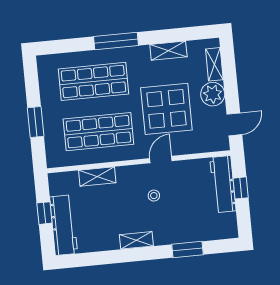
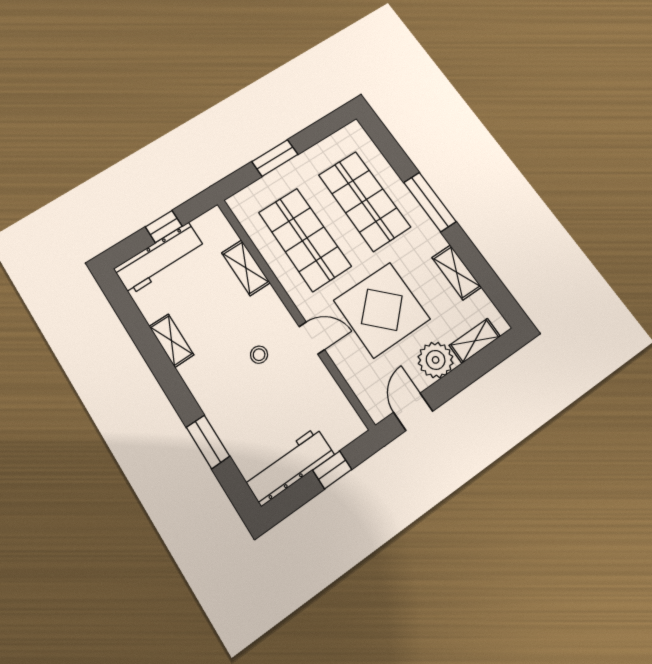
door: (234, 124) -> (413, 412), swing flipped
workbench: (223, 184) -> (289, 466), moved
shelving: (136, 240) -> (171, 341), moved

